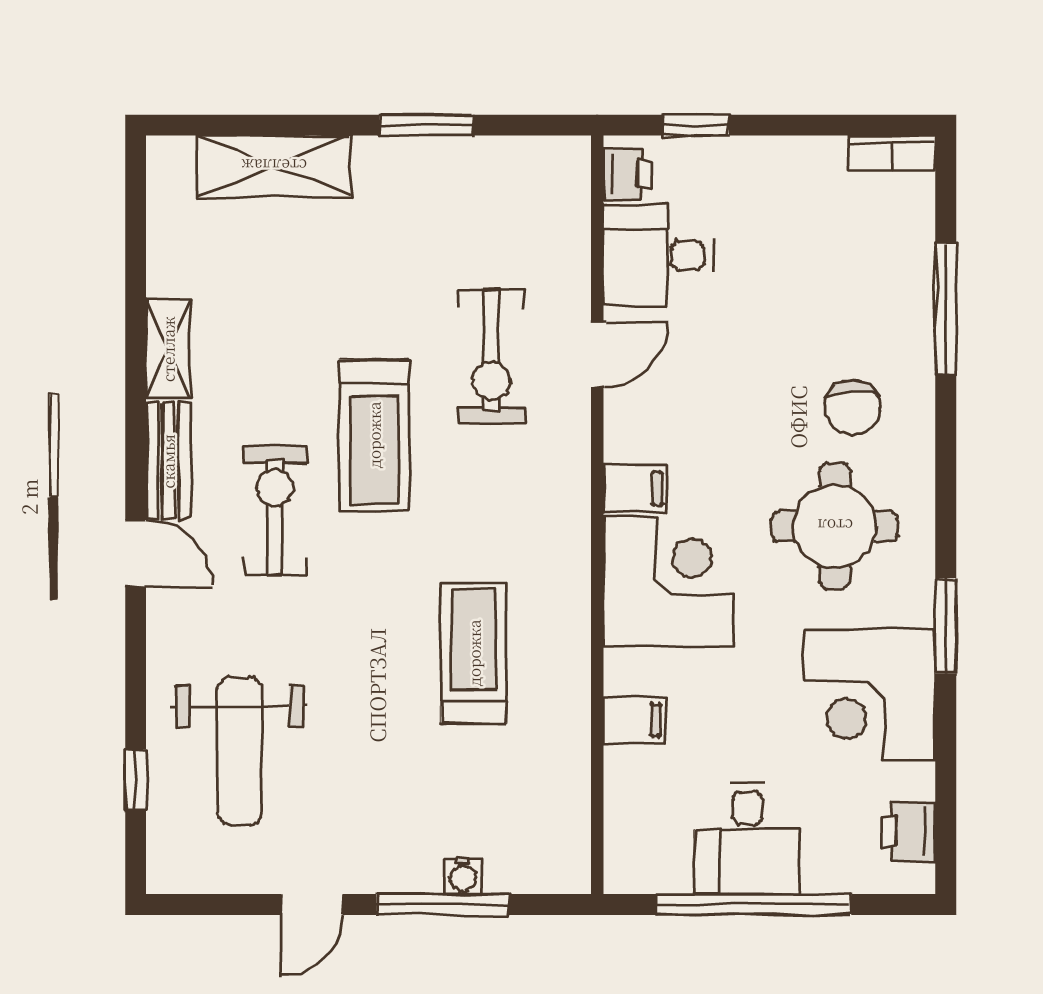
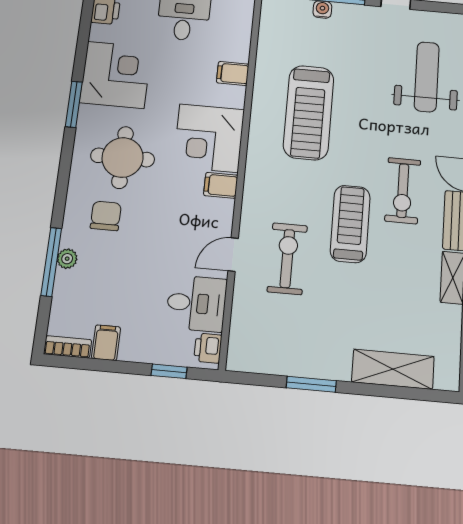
filing cabinet: (821, 167) -> (106, 343), added
plant: (916, 318) -> (67, 259), added
treadmill: (474, 653) -> (309, 112), width x1.37, depth x1.37

